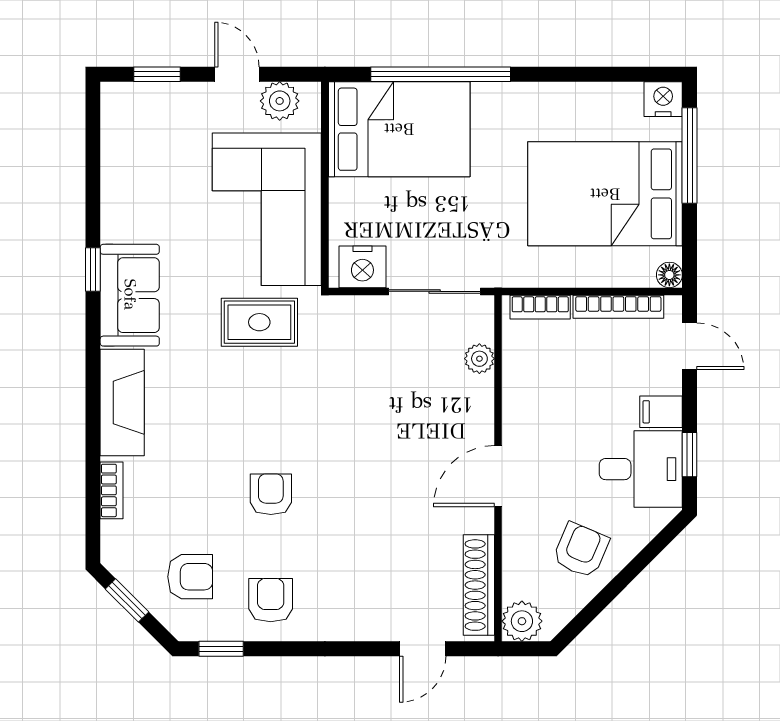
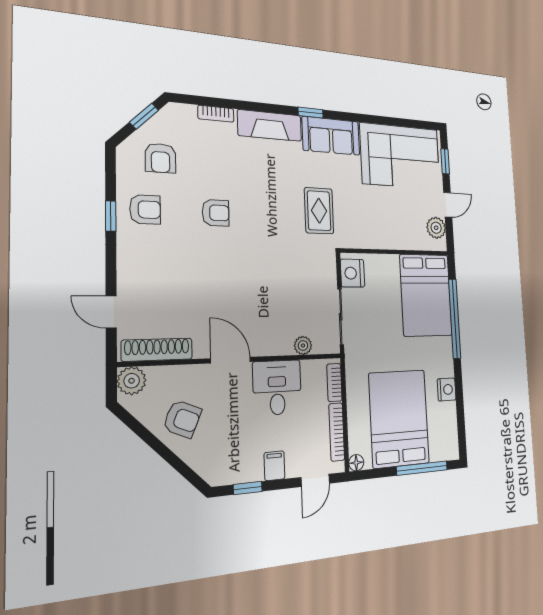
nightstand: (663, 99) -> (447, 389), moved
corner sofa: (267, 209) -> (400, 156), moved, turned 180
window: (93, 269) -> (311, 113), moved
desk: (641, 469) -> (277, 388), moved, turned 180
window: (221, 649) -> (111, 216), moved

